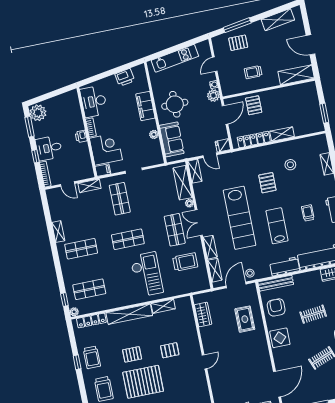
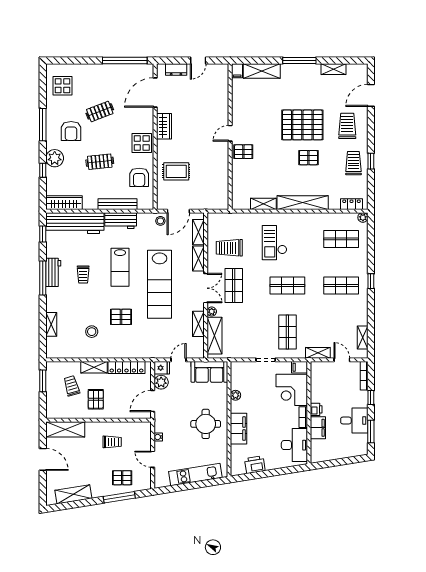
door: (215, 64) -> (153, 459), swing flipped
plant: (213, 96) -> (161, 382), moved
pallet: (254, 105) -> (96, 399), moved
plant: (38, 113) -> (358, 445), removed
trolley: (298, 114) -> (72, 386), added
filing cabinet: (76, 121) -> (318, 428), added
sofa: (172, 139) -> (209, 372), moved, turned -90
desk: (49, 148) -> (354, 421), moved
door: (210, 155) -> (178, 360), hinge flipped
shelving: (195, 171) -> (198, 324), moved
pallet: (267, 183) -> (121, 317), turned 90
lab bench: (240, 218) -> (160, 284), turned 180
shelving: (58, 232) -> (363, 338), moved
checkout: (147, 274) -> (275, 243), width x0.73, depth x0.83
bench: (276, 283) -> (118, 204), moved
window: (64, 300) -> (371, 281), moved
wardrobe: (203, 314) -> (164, 126), moved, turned 180
rug: (245, 319) -> (176, 171), turned 90
locker: (91, 320) -> (351, 204), width x0.66
pallet: (170, 350) -> (243, 152), moved

